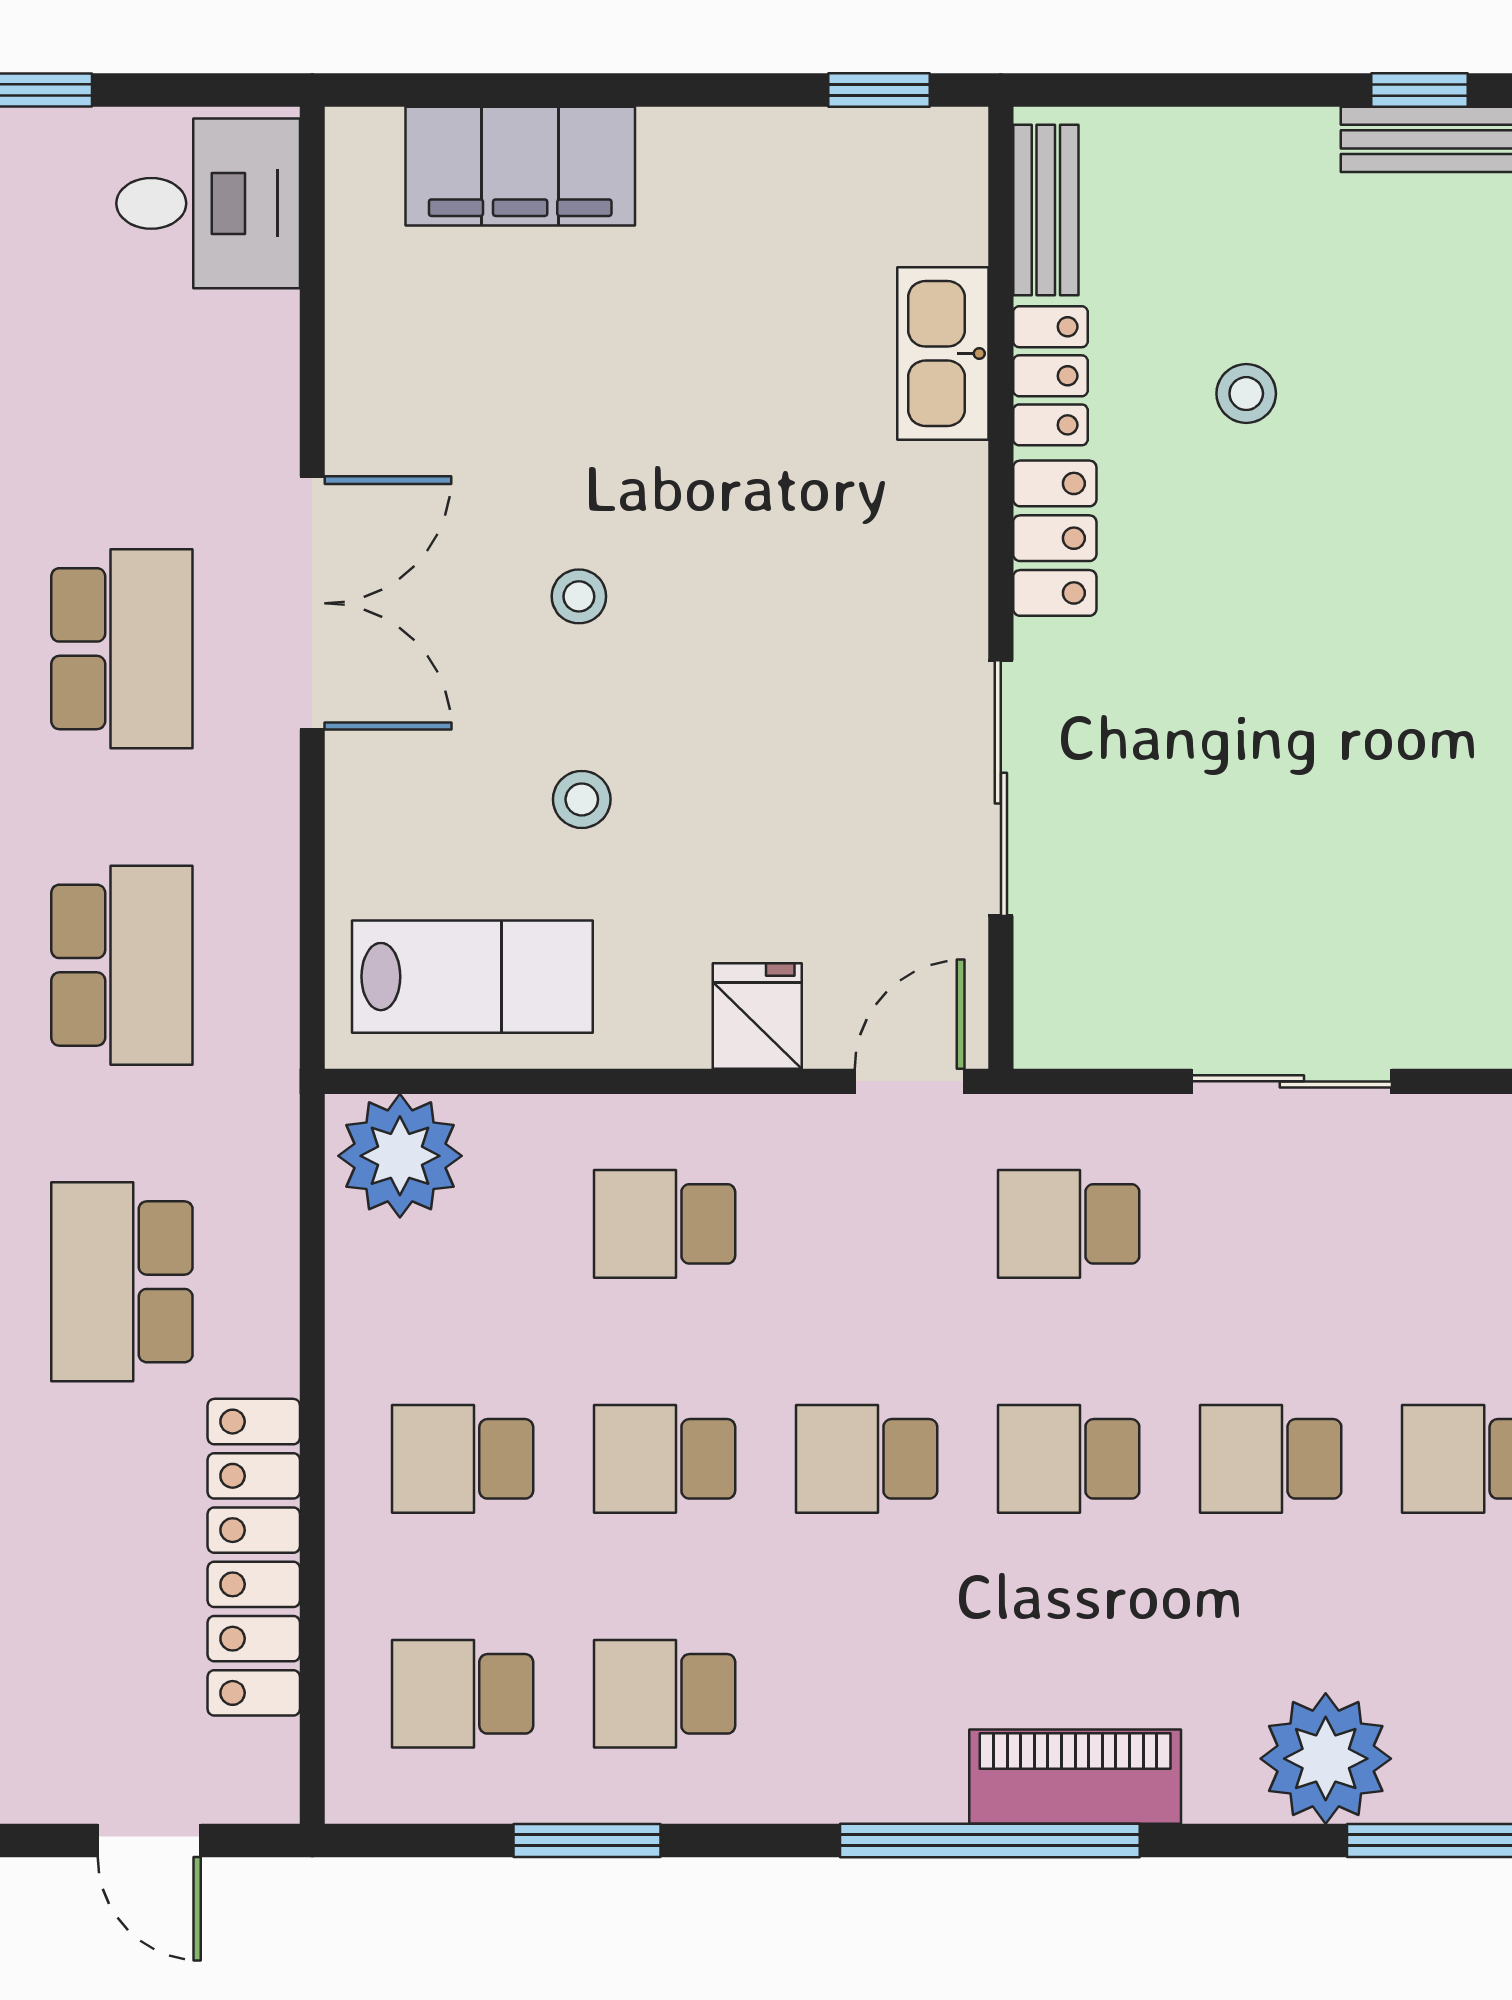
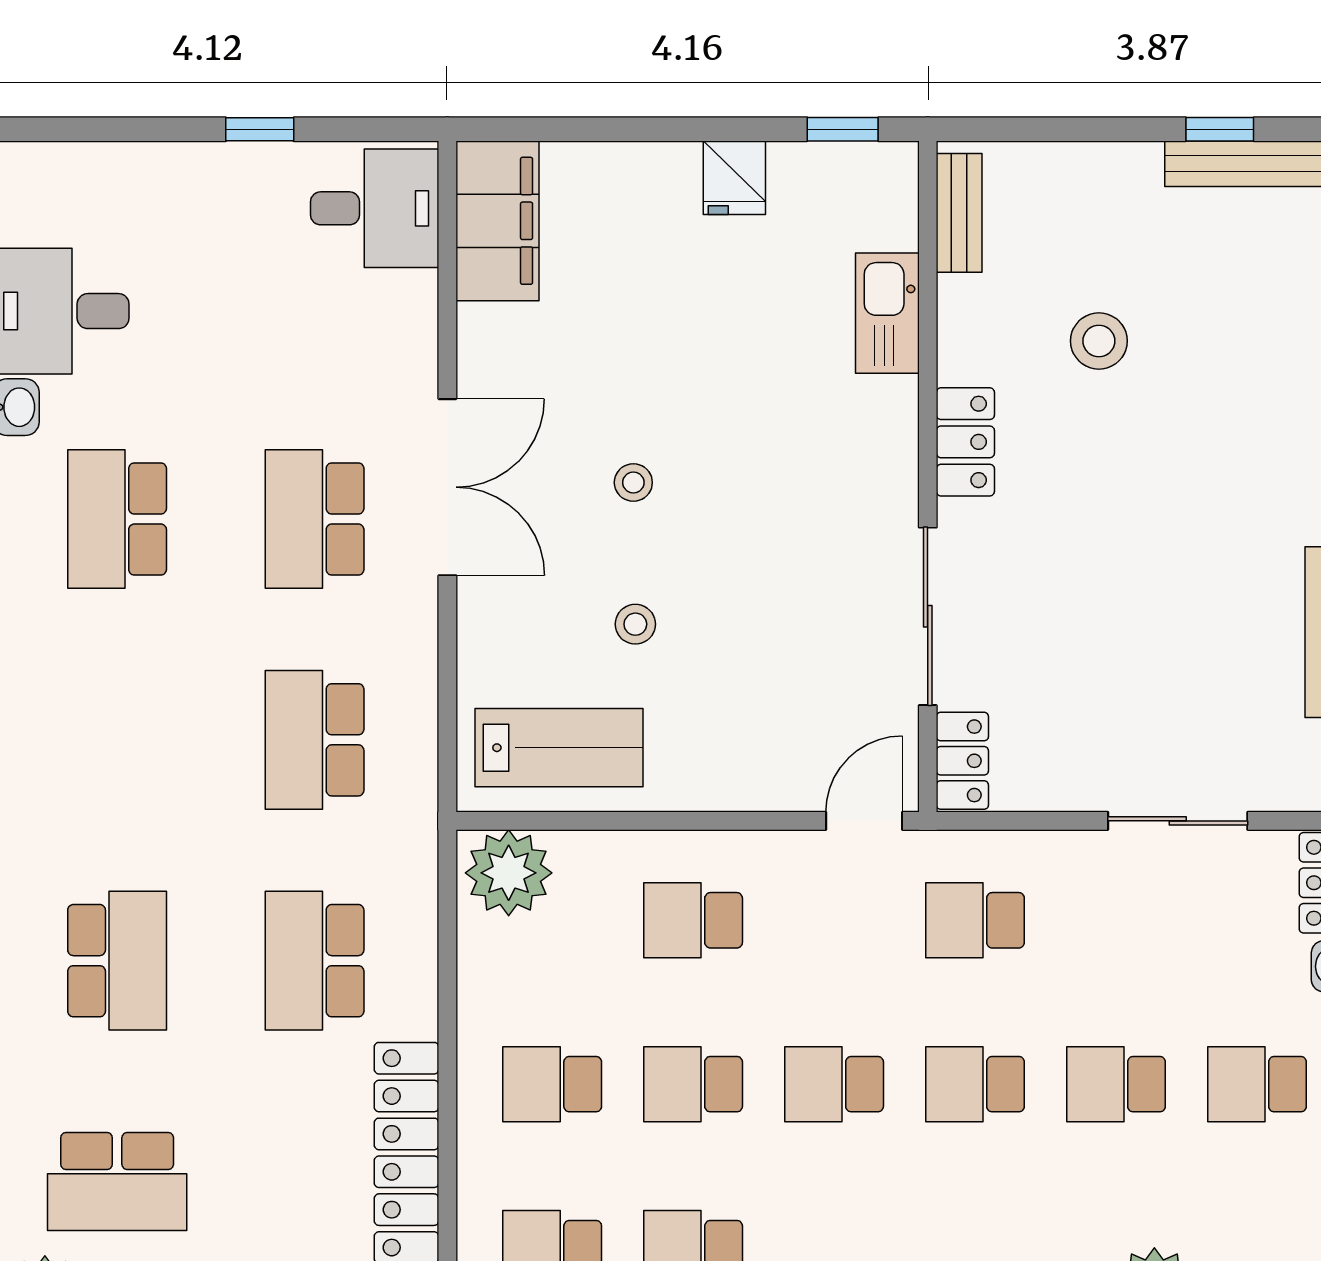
filing cabinet: (520, 166) -> (497, 221), moved, turned -90
locker: (1050, 376) -> (962, 761), moved
stool: (1246, 394) -> (1099, 341), width x1.37, depth x1.37
school desk: (122, 649) -> (315, 519), turned 180
school desk: (122, 965) -> (315, 740), turned 180
fridge: (757, 1016) -> (734, 178), moved, turned 180
sliding door: (1292, 1081) -> (1178, 821), moved

